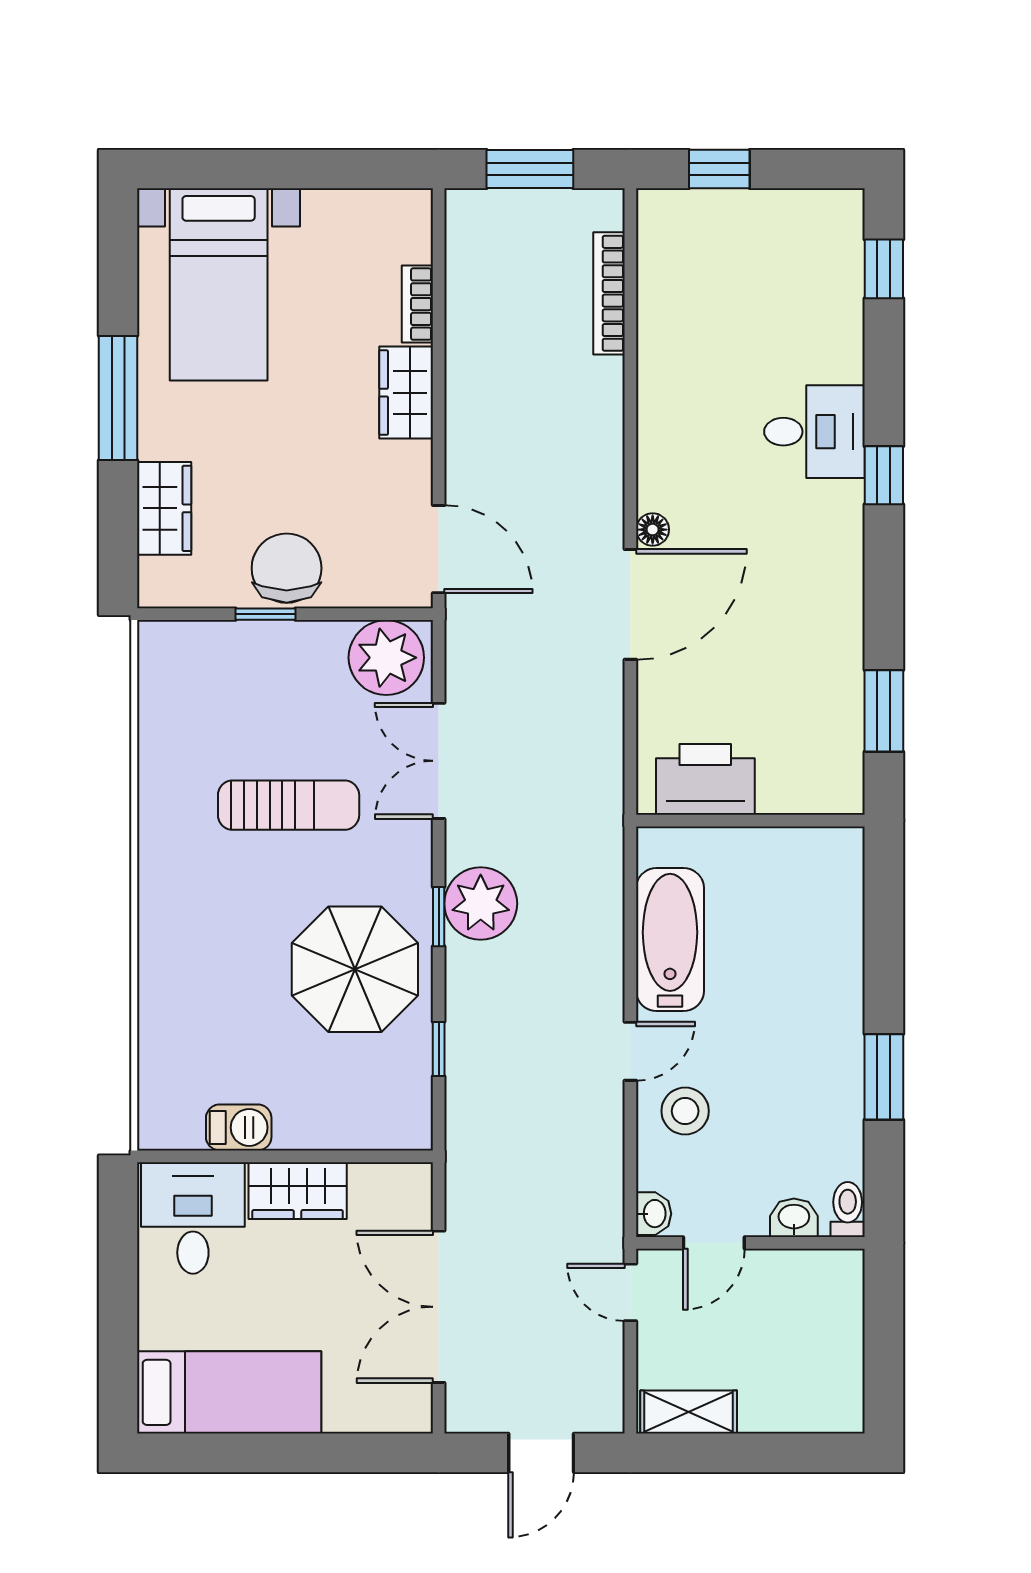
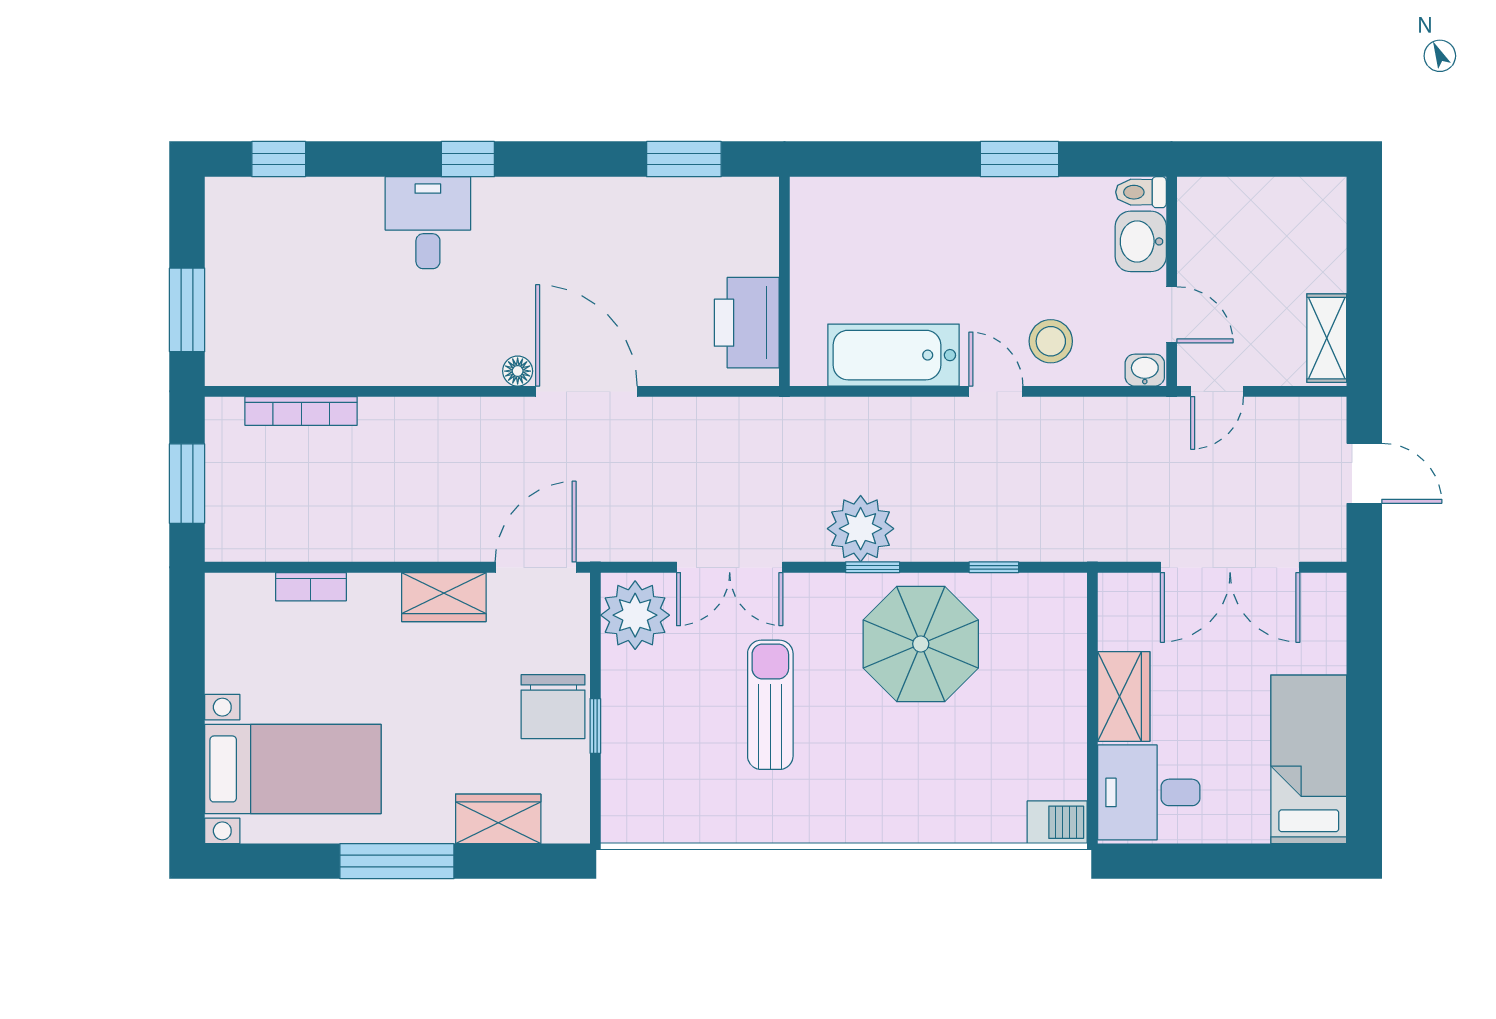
window: (719, 169) -> (187, 310), width x1.50
wardrobe: (406, 393) -> (444, 597), moved
chair: (287, 568) -> (553, 707), turned -90
barbecue: (239, 1127) -> (1057, 822), moved, turned 90
washbasin: (794, 1218) -> (1141, 241), width x1.38, depth x1.45

